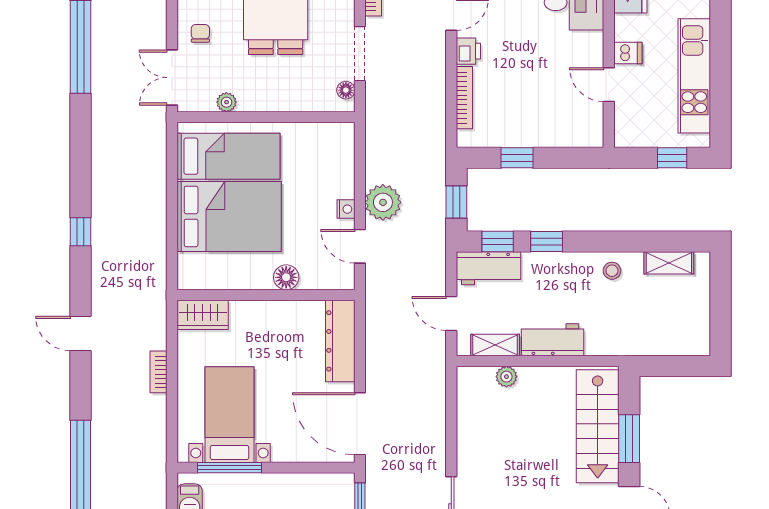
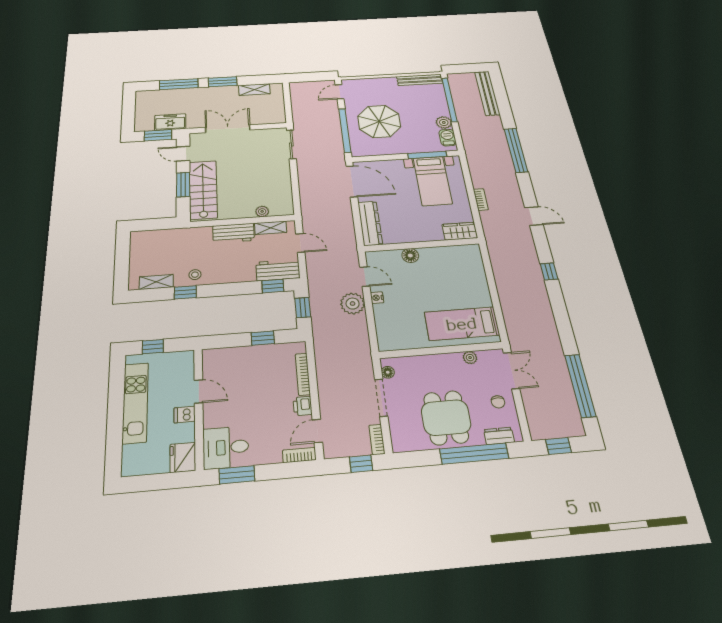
bed: (229, 216) -> (454, 287), removed
window: (547, 242) -> (185, 292), moved

